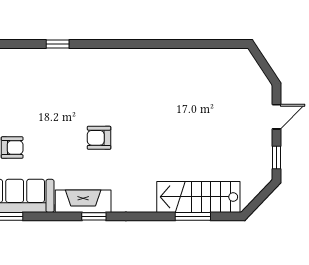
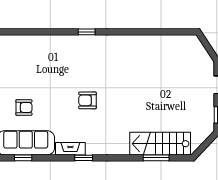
window: (58, 44) -> (87, 32), moved
fireplace: (83, 201) -> (70, 149), width x0.73, depth x0.76

